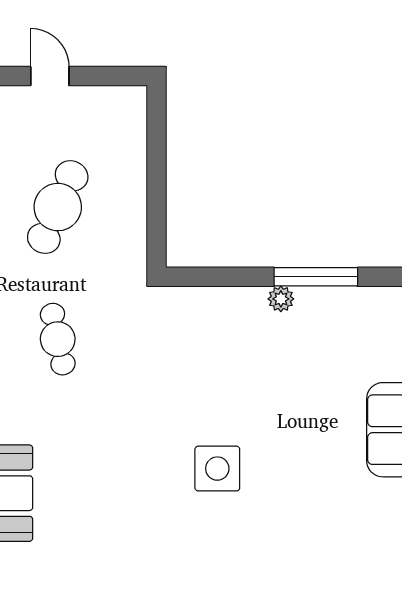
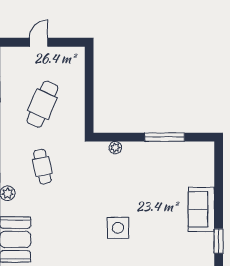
door: (50, 76) -> (39, 42), hinge flipped
plant: (281, 299) -> (115, 148), moved

